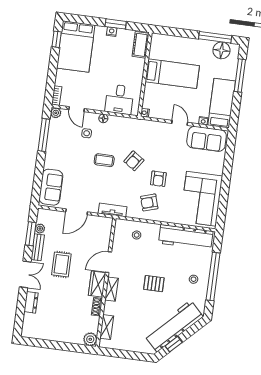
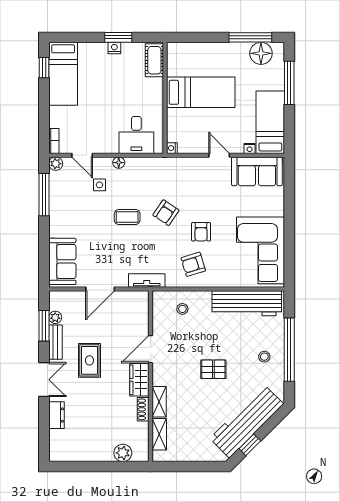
bed: (76, 47) -> (63, 74), width x0.67
shelving: (112, 289) -> (159, 402), moved
plant: (90, 339) -> (123, 453), moved

